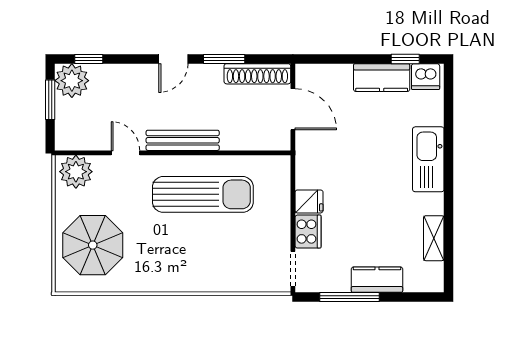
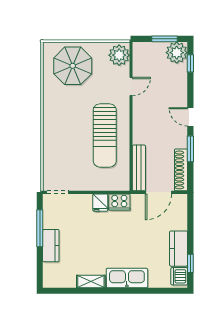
bench: (183, 140) -> (139, 168), moved
cooker: (308, 232) -> (119, 202), moved
shelving: (434, 238) -> (91, 282), moved

